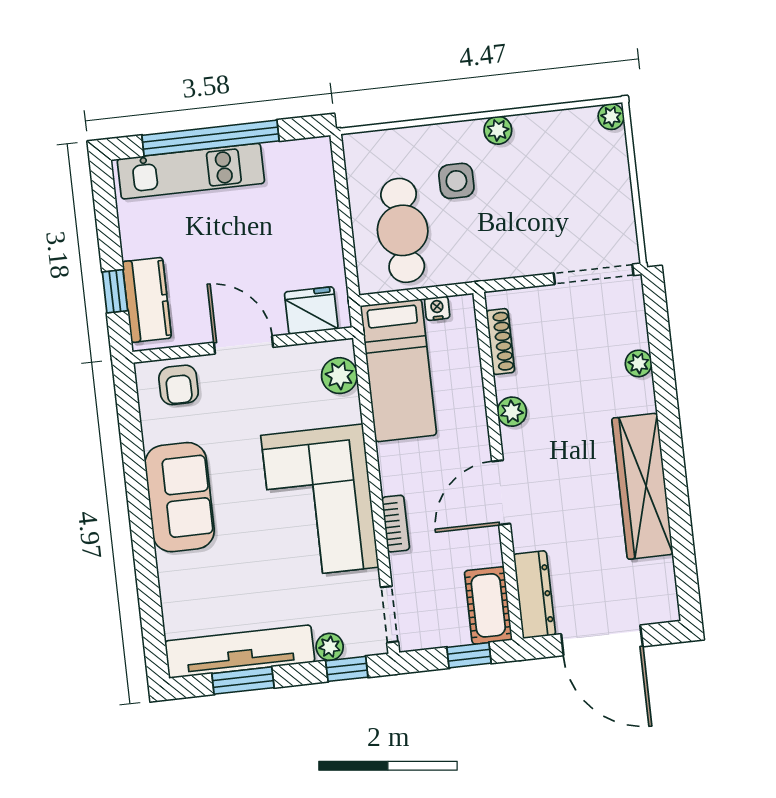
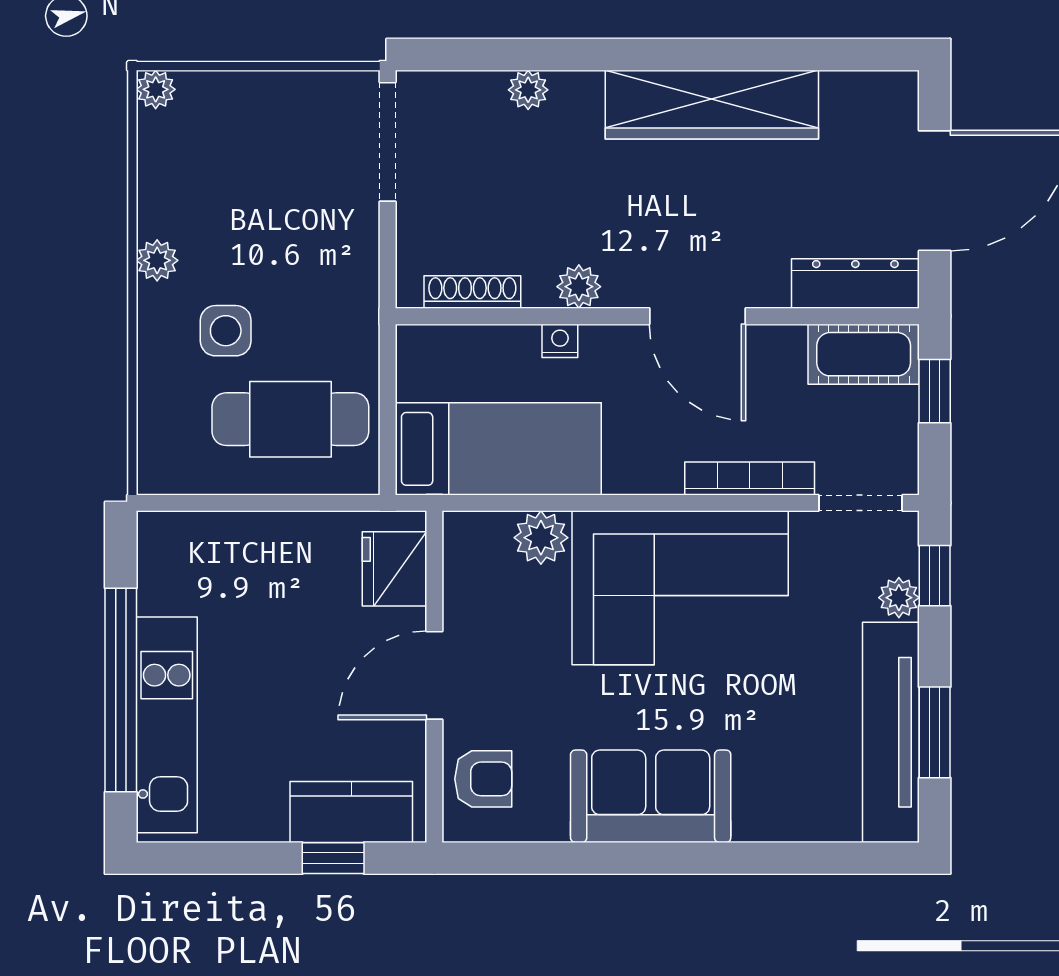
nightstand: (437, 308) -> (560, 341), moved, turned 90
plant: (339, 376) -> (541, 538), moved
bookcase: (396, 524) -> (750, 479), width x1.56

